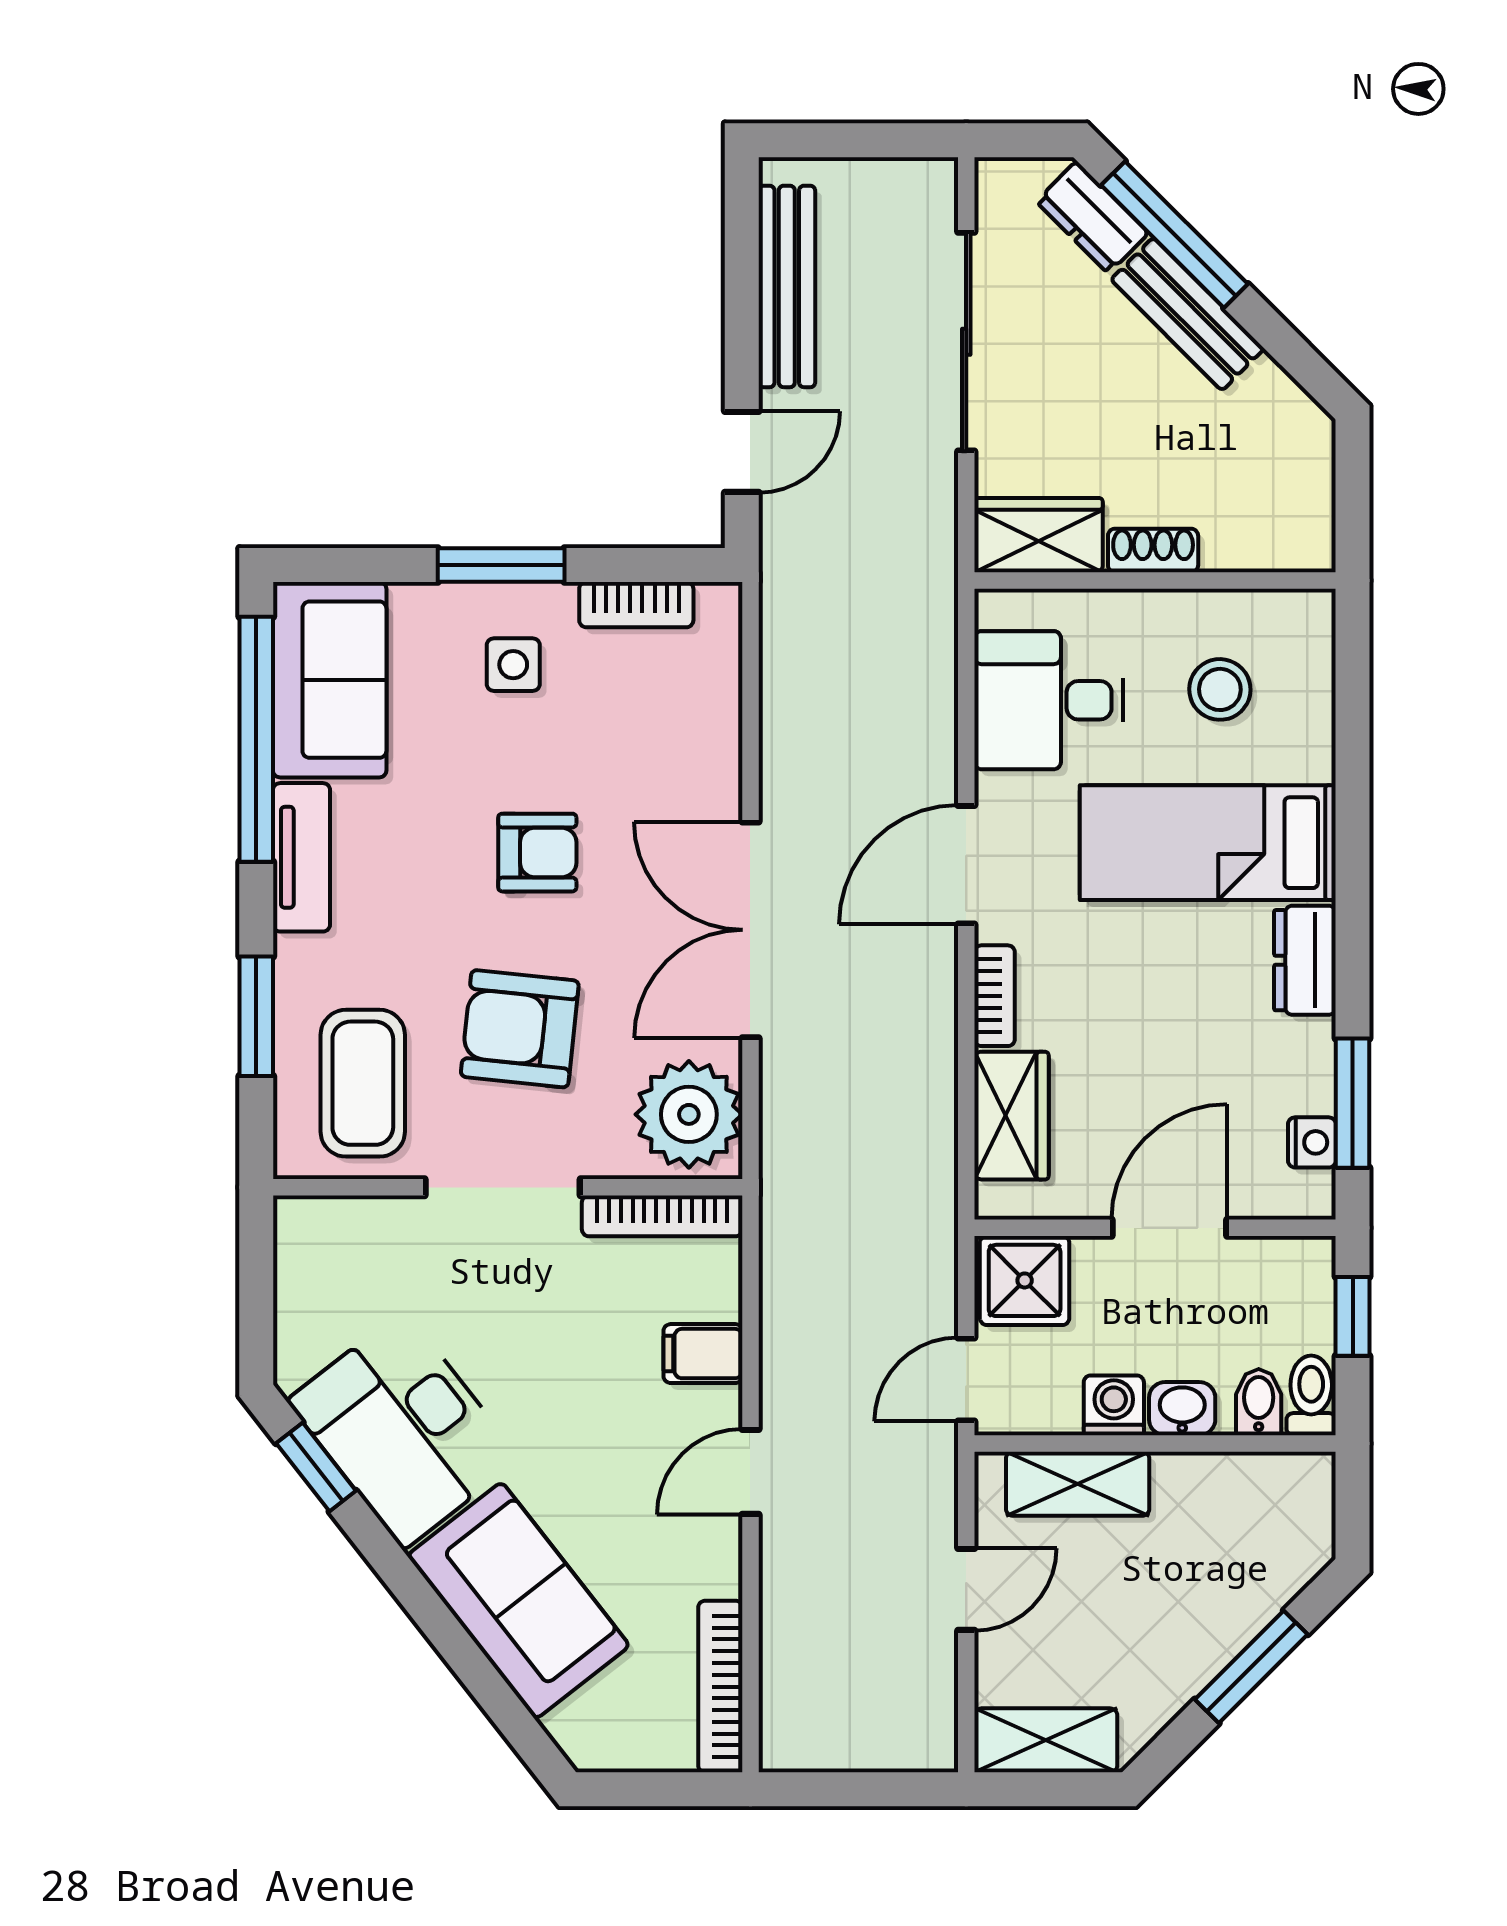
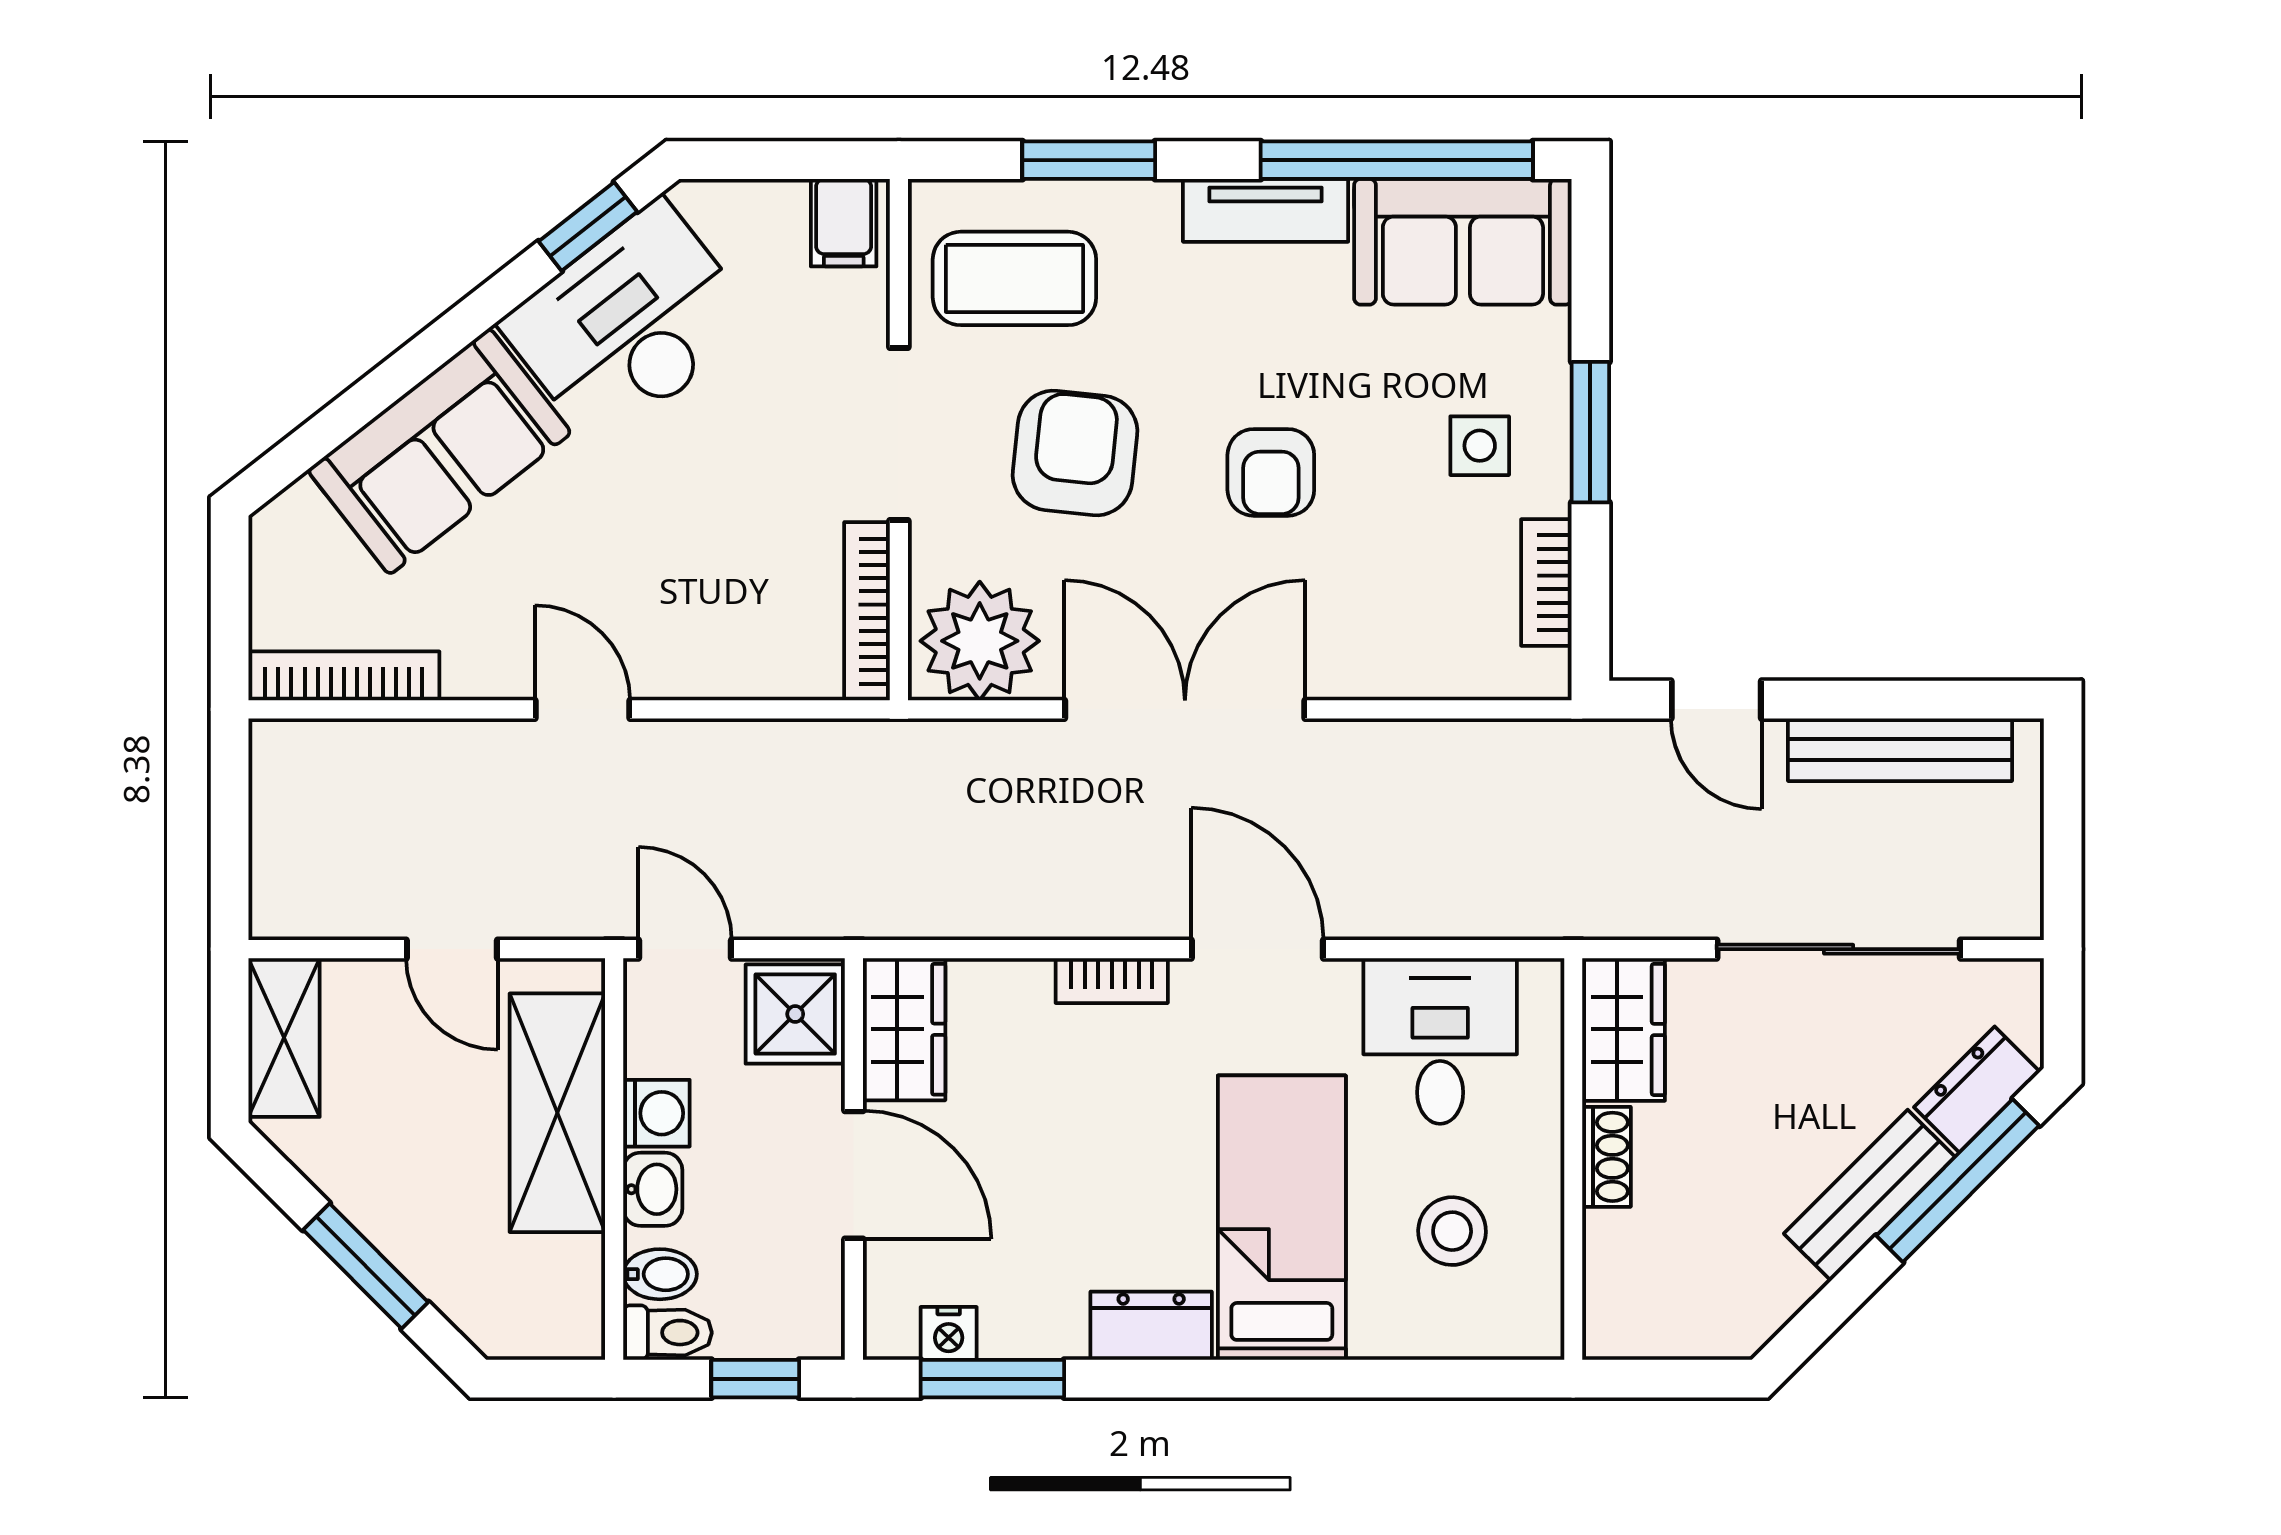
wardrobe: (1011, 1116) -> (904, 1029), moved, turned -90
filing cabinet: (703, 1354) -> (844, 223), moved, turned 180
shelving: (1078, 1484) -> (557, 1113), width x1.50, depth x1.33

